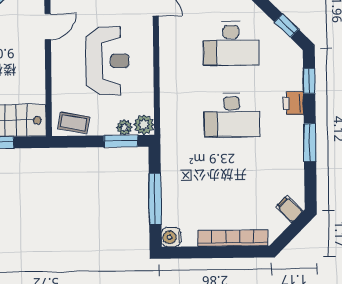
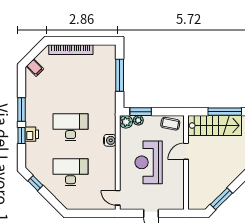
door: (48, 27) -> (186, 151), moved
window: (309, 81) -> (22, 136), moved
water cooler: (171, 237) -> (110, 140), moved

